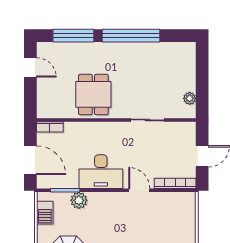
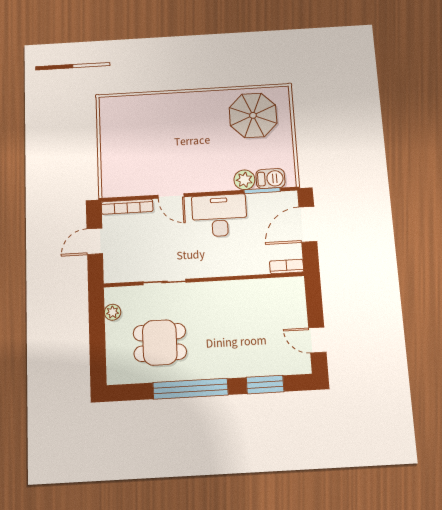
window: (73, 36) -> (265, 385), width x0.69
dining table: (93, 94) -> (160, 342), moved, turned 90
door: (30, 160) -> (308, 224), hinge flipped
barbecue: (45, 213) -> (270, 179), moved, turned 90

